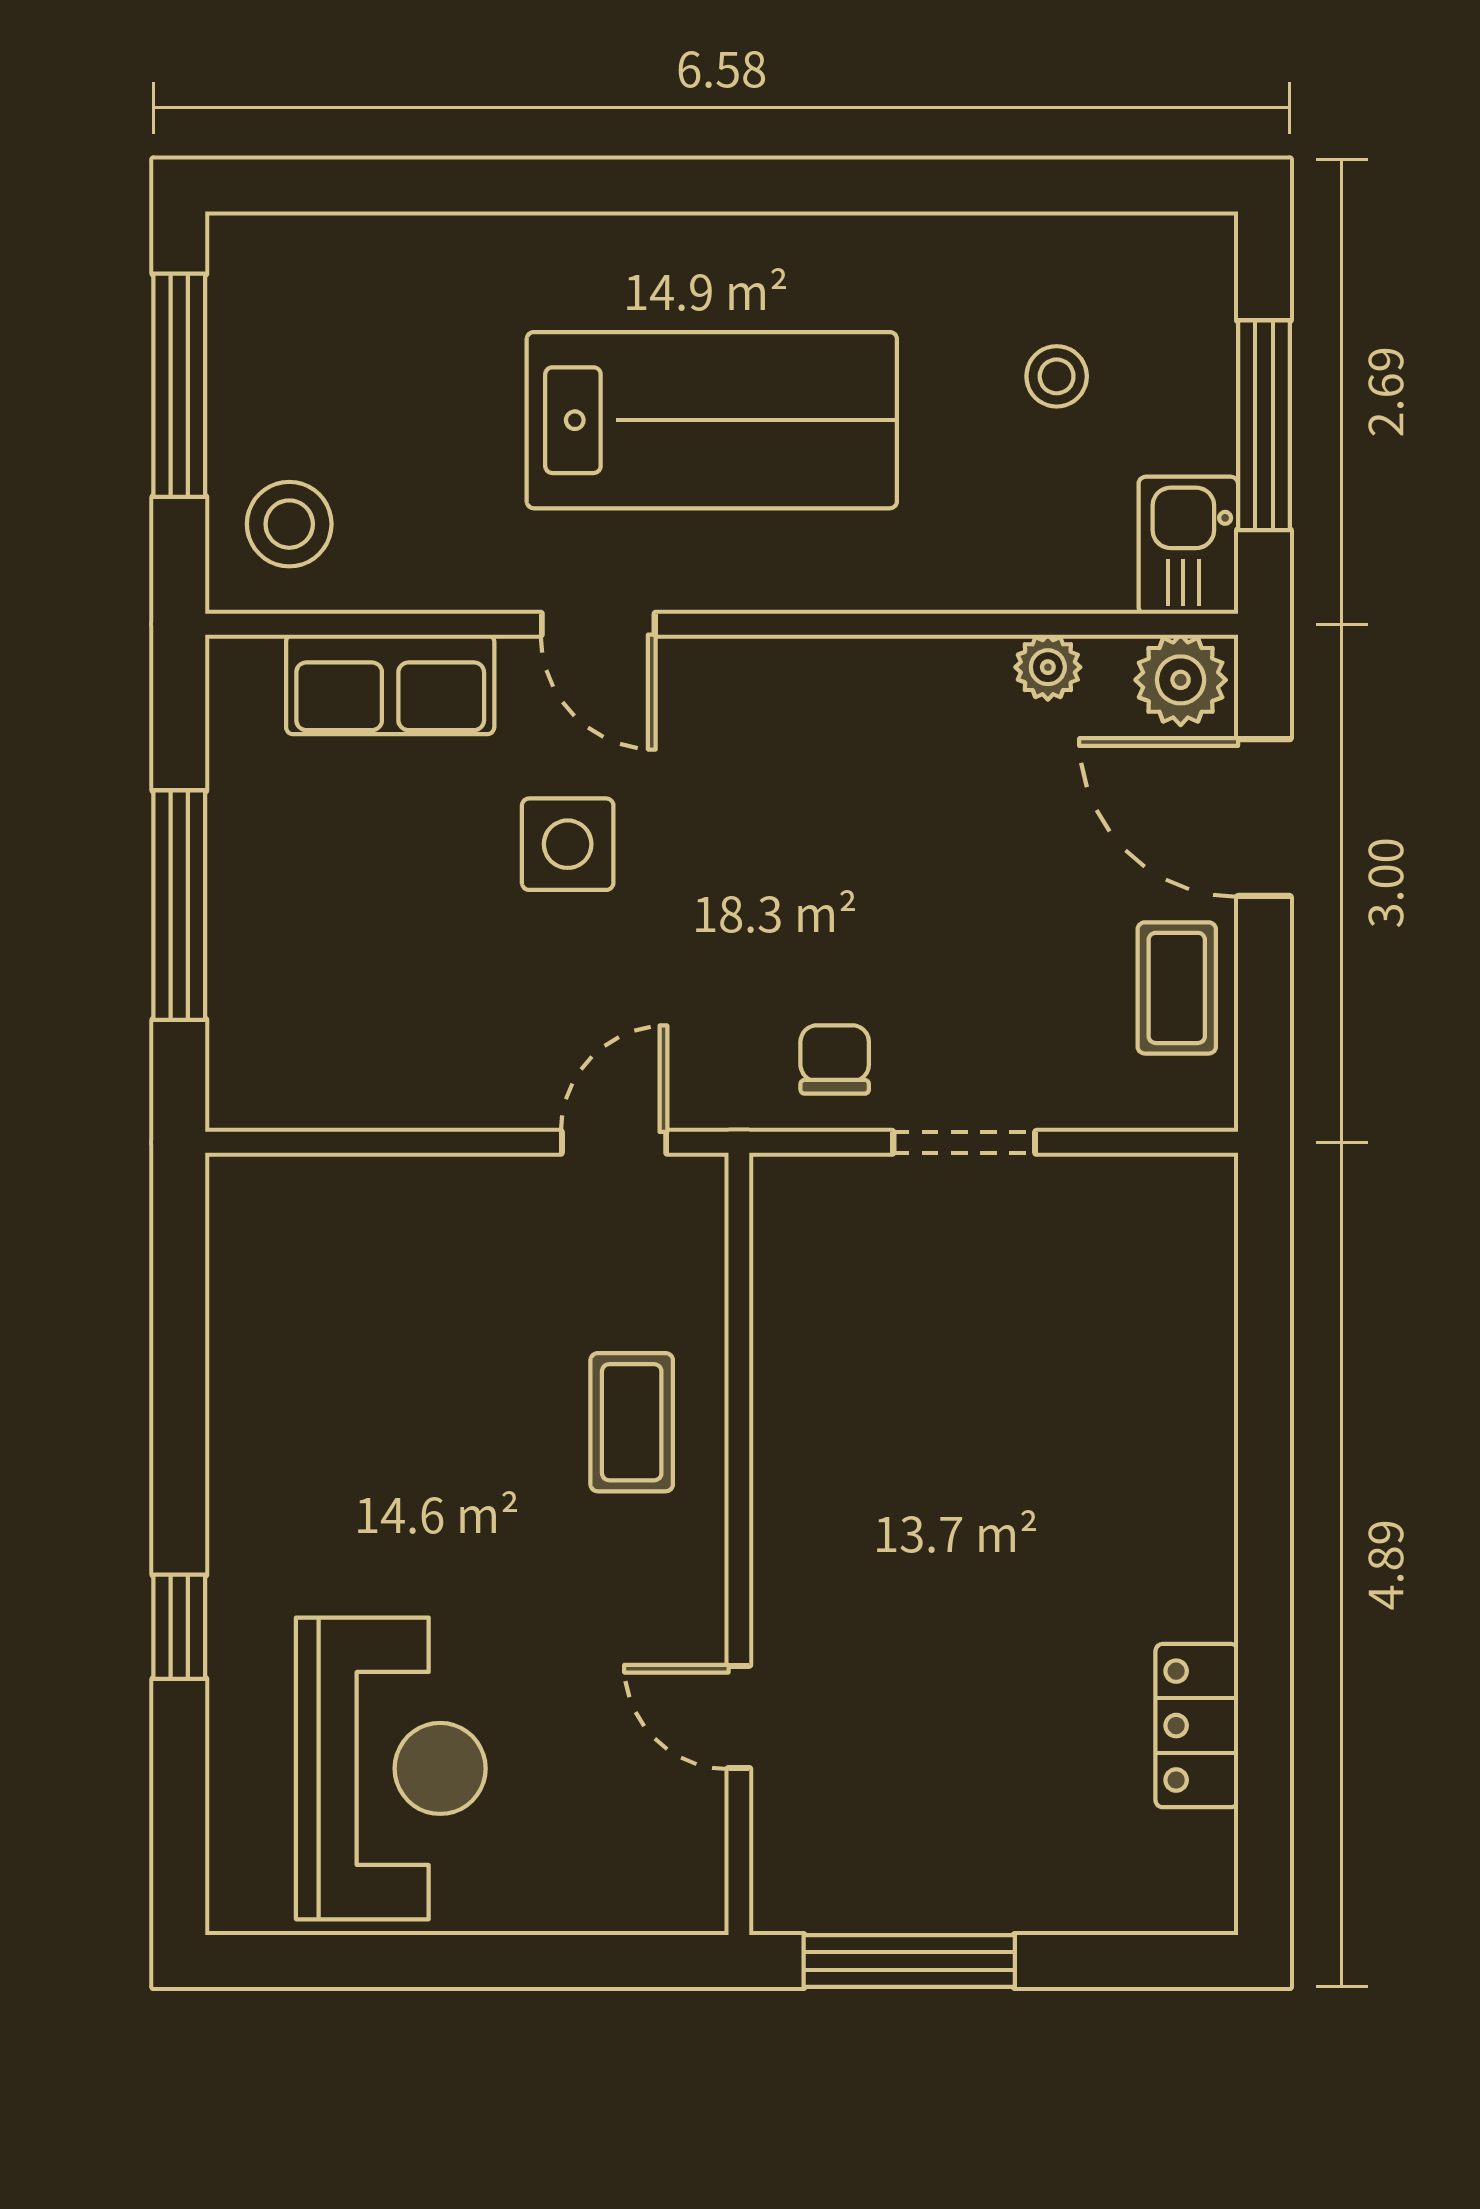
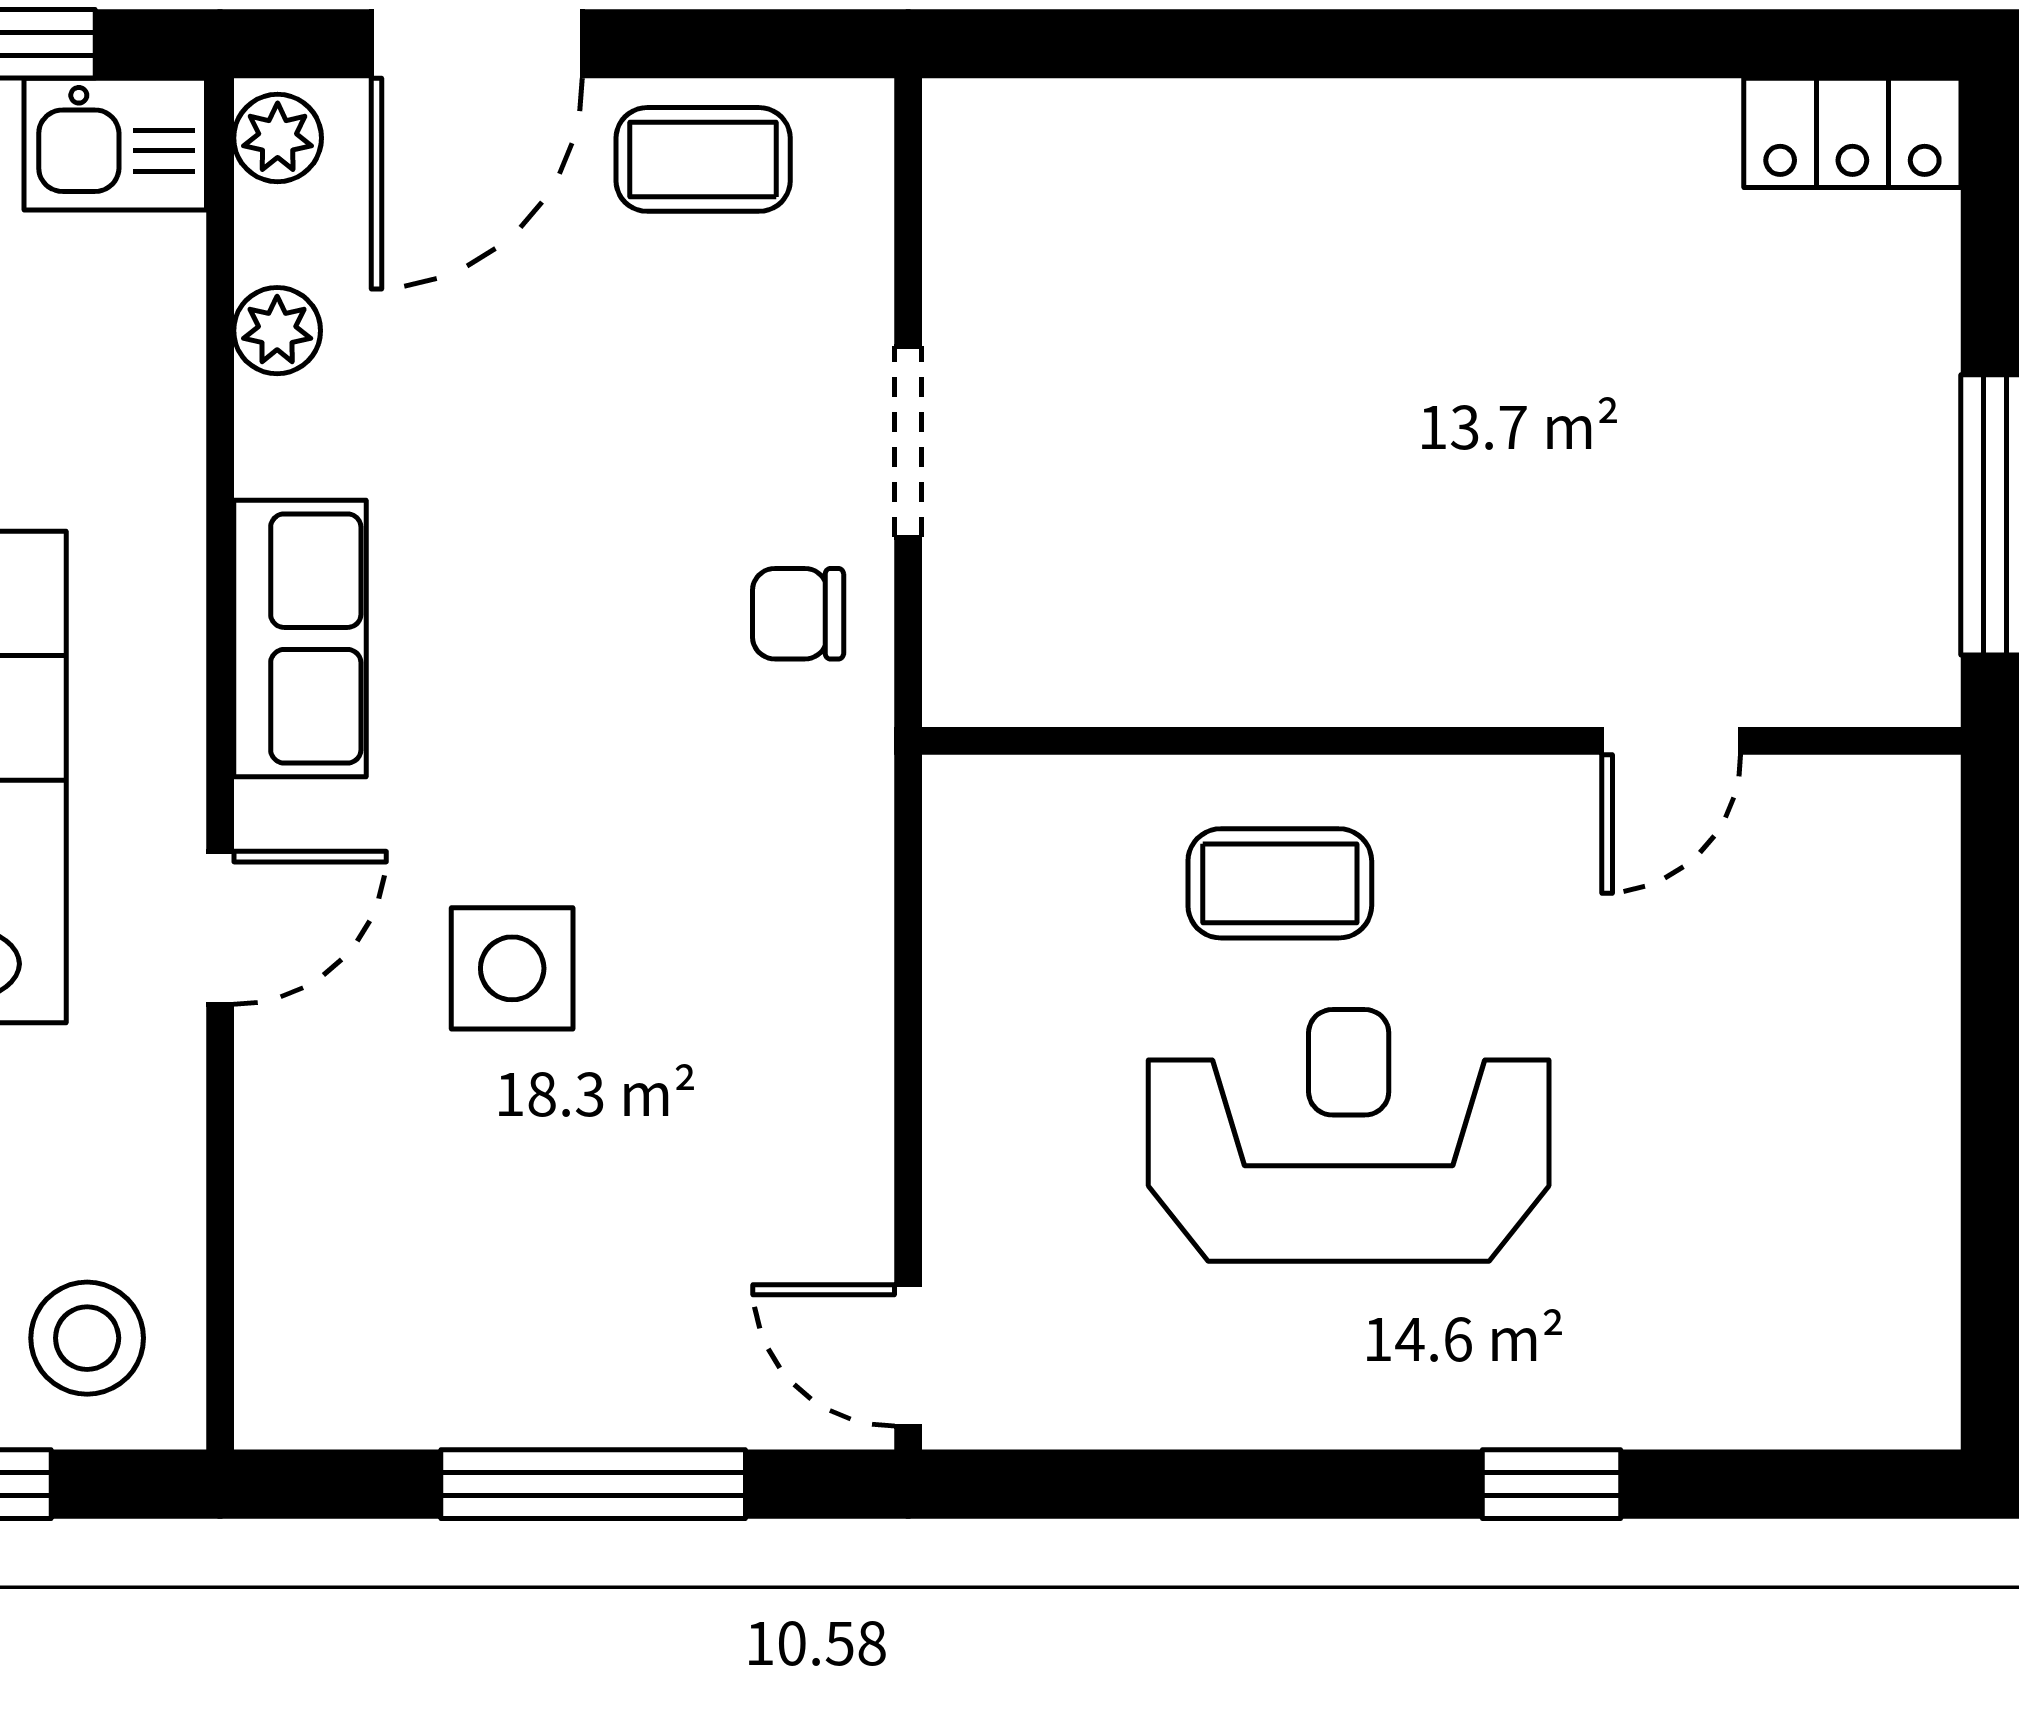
plant: (1181, 680) -> (278, 138), width x0.73, depth x0.73
row of seats: (390, 684) -> (300, 638), moved
door: (614, 1142) -> (908, 1355), moved
locker: (1197, 1726) -> (1852, 133), moved
reception desk: (391, 1768) -> (1349, 1135), moved

